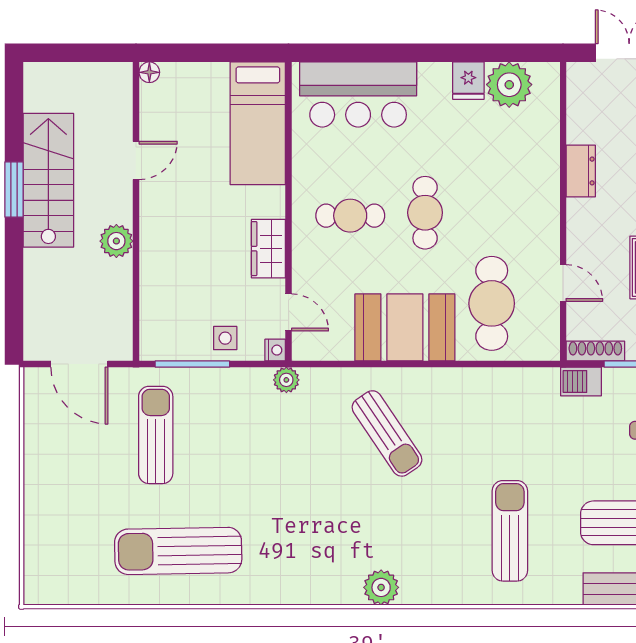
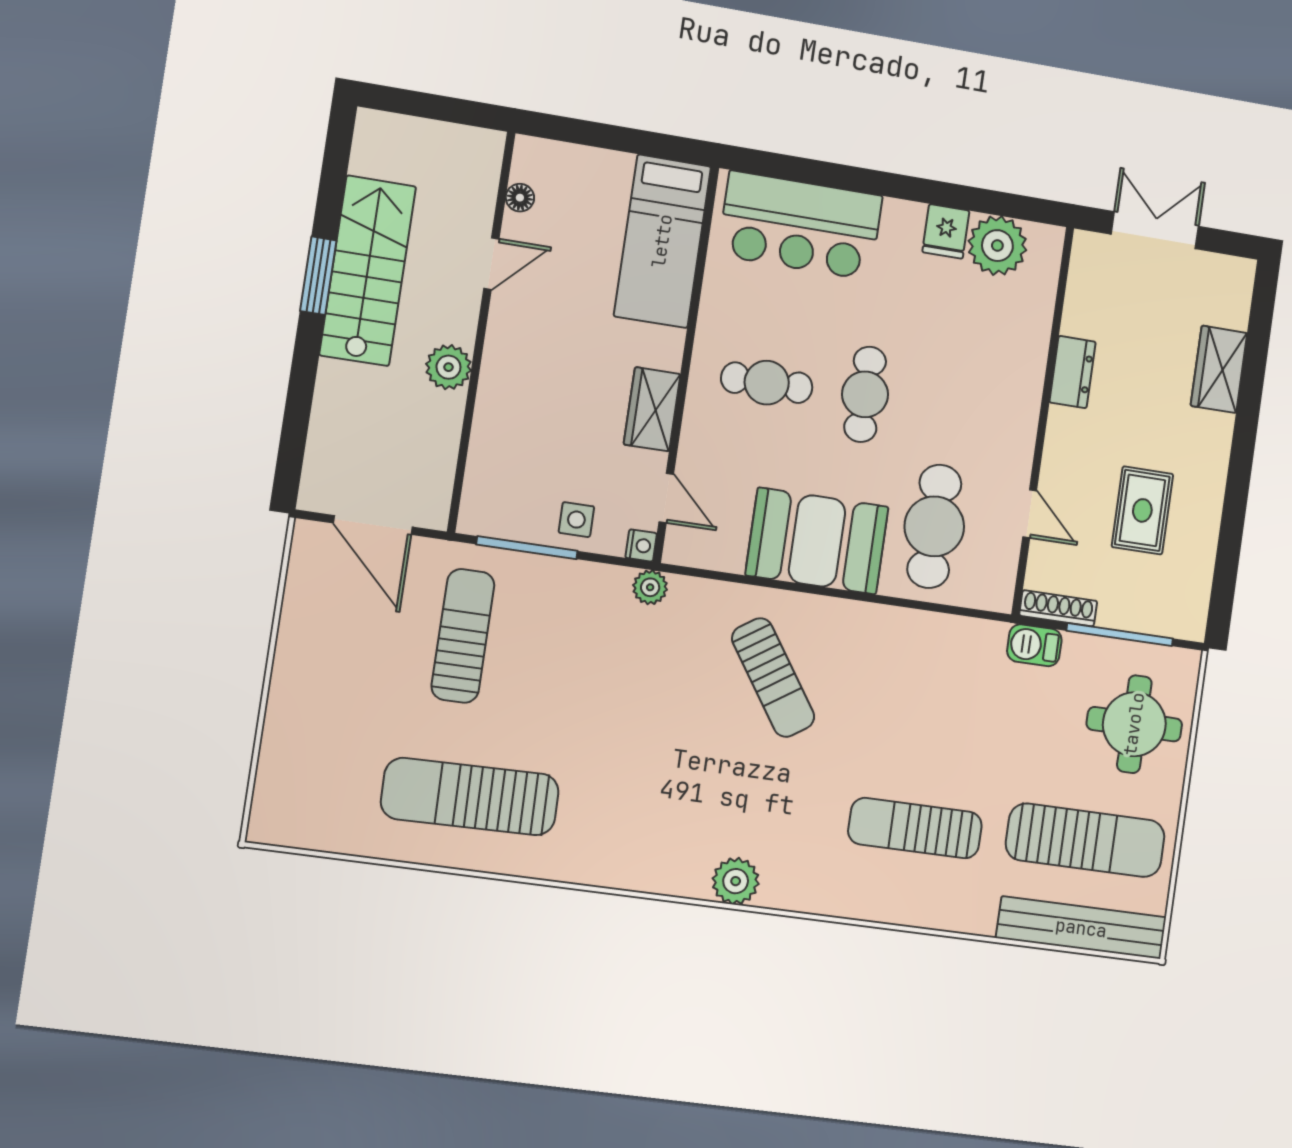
floor lamp: (149, 72) -> (520, 198), moved
sun lounger: (510, 531) -> (915, 828), turned -90

